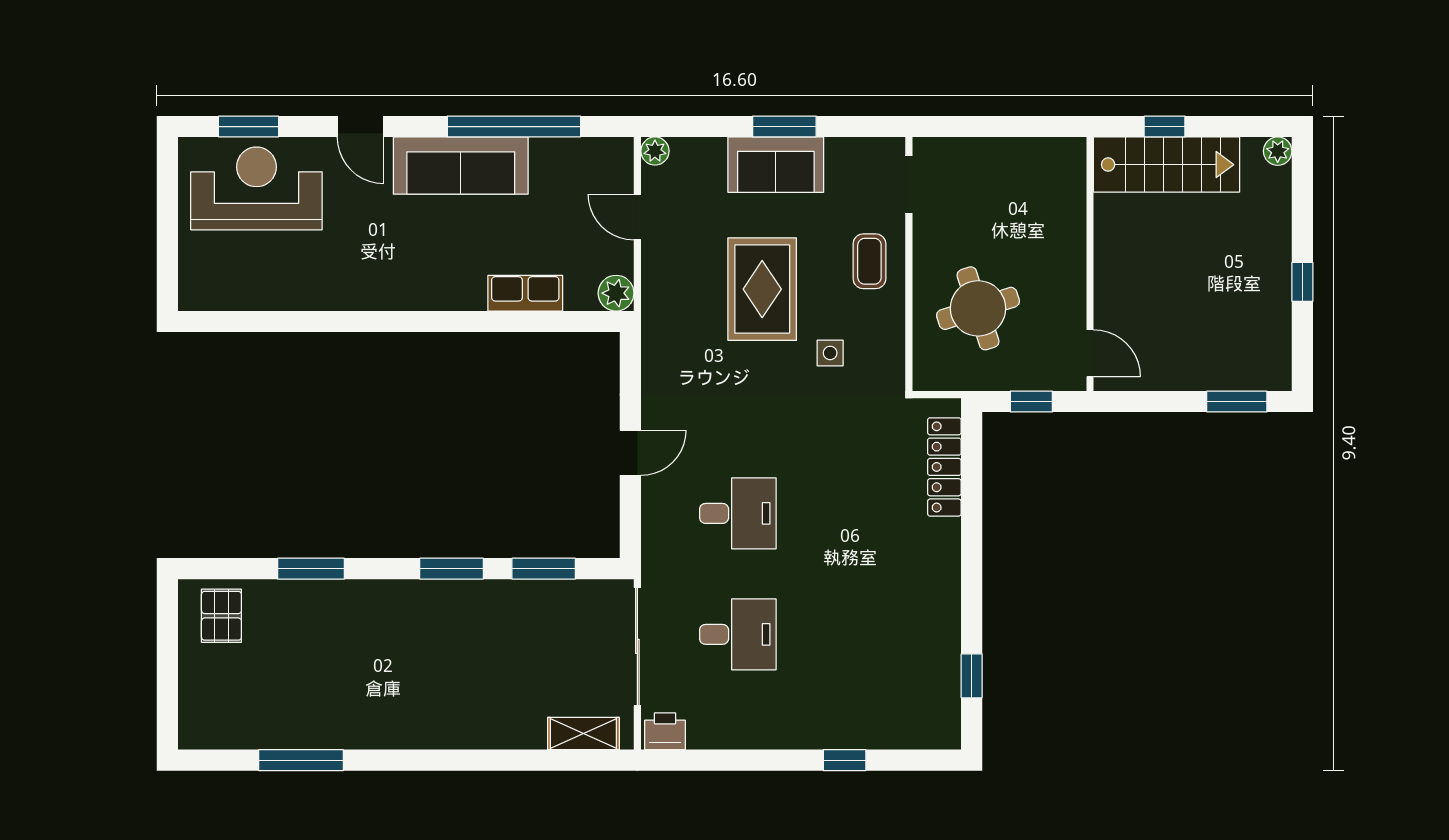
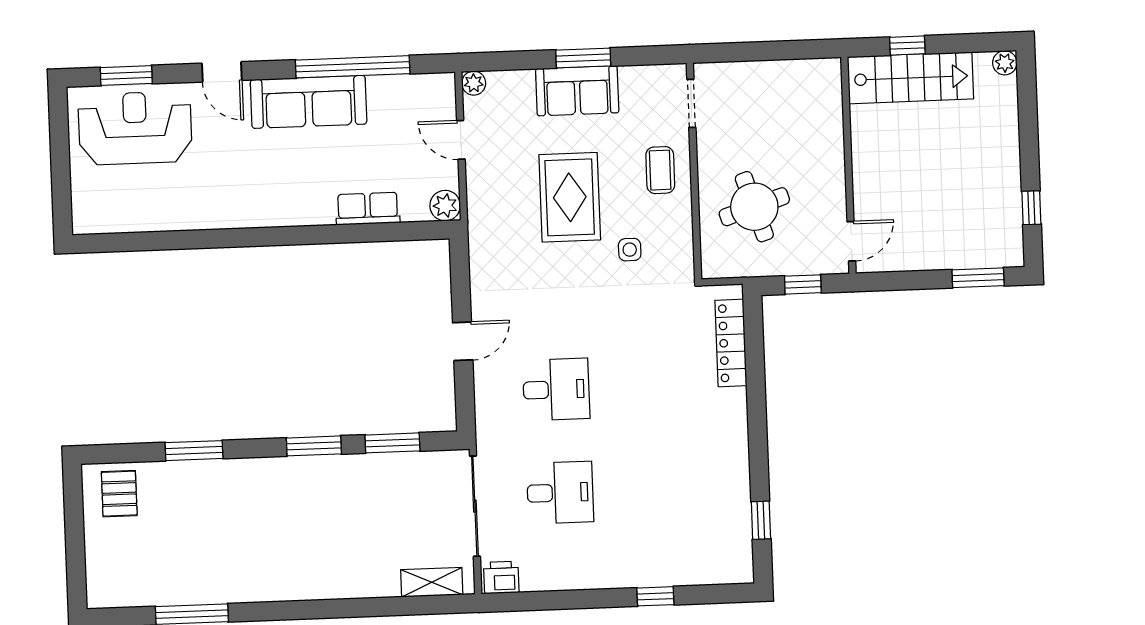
window: (1302, 282) -> (1031, 208), moved
door: (1090, 353) -> (851, 241), hinge flipped

